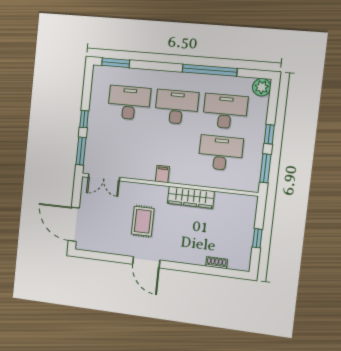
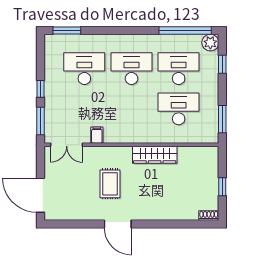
window: (210, 70) -> (185, 31), moved
window: (269, 134) -> (222, 64), moved
filing cabinet: (162, 174) -> (97, 135), moved
shoe rack: (216, 263) -> (209, 215), moved

